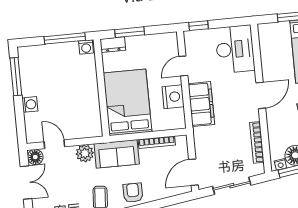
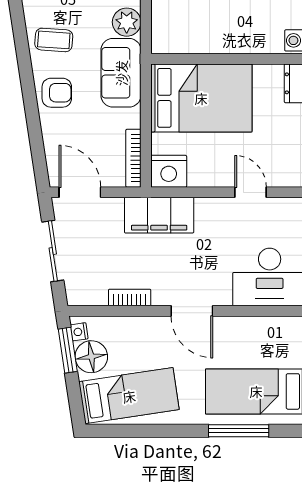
nightstand: (173, 97) -> (169, 171), moved
filing cabinet: (201, 104) -> (159, 215), moved
bookcase: (157, 142) -> (133, 158), moved
bookcase: (257, 142) -> (130, 297), width x0.64

